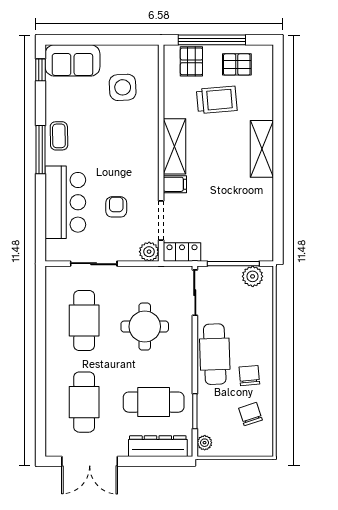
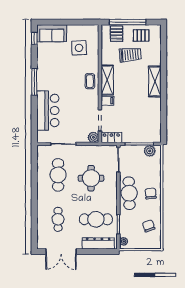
coffee table: (59, 136) -> (90, 81), moved
armchair: (116, 207) -> (76, 113), removed
chair: (249, 376) -> (151, 194), moved
cafe table: (84, 402) -> (58, 219), width x0.73, depth x0.74

